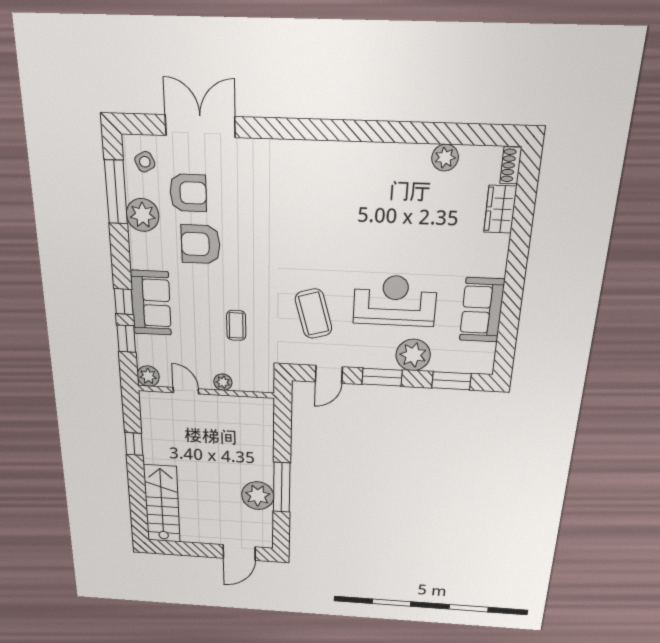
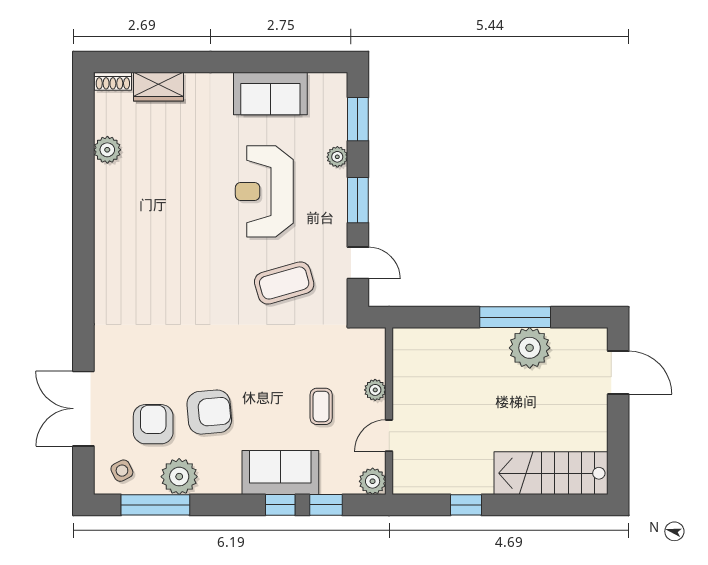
armchair: (201, 244) -> (209, 412), turned -95
coffee table: (236, 325) -> (321, 406), moved, turned 90
plant: (413, 355) -> (337, 157), width x0.53, depth x0.53

